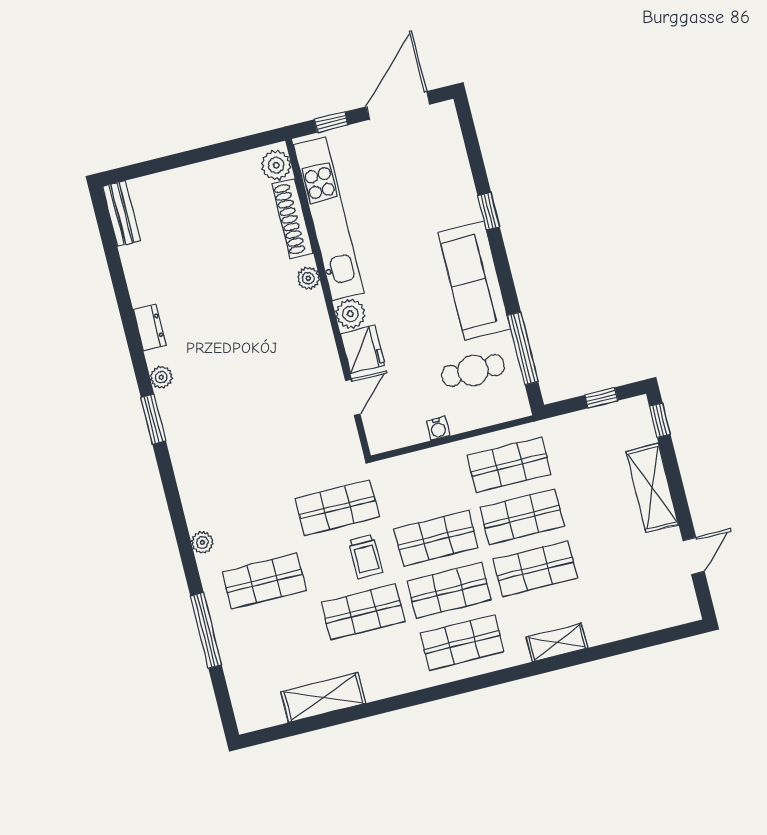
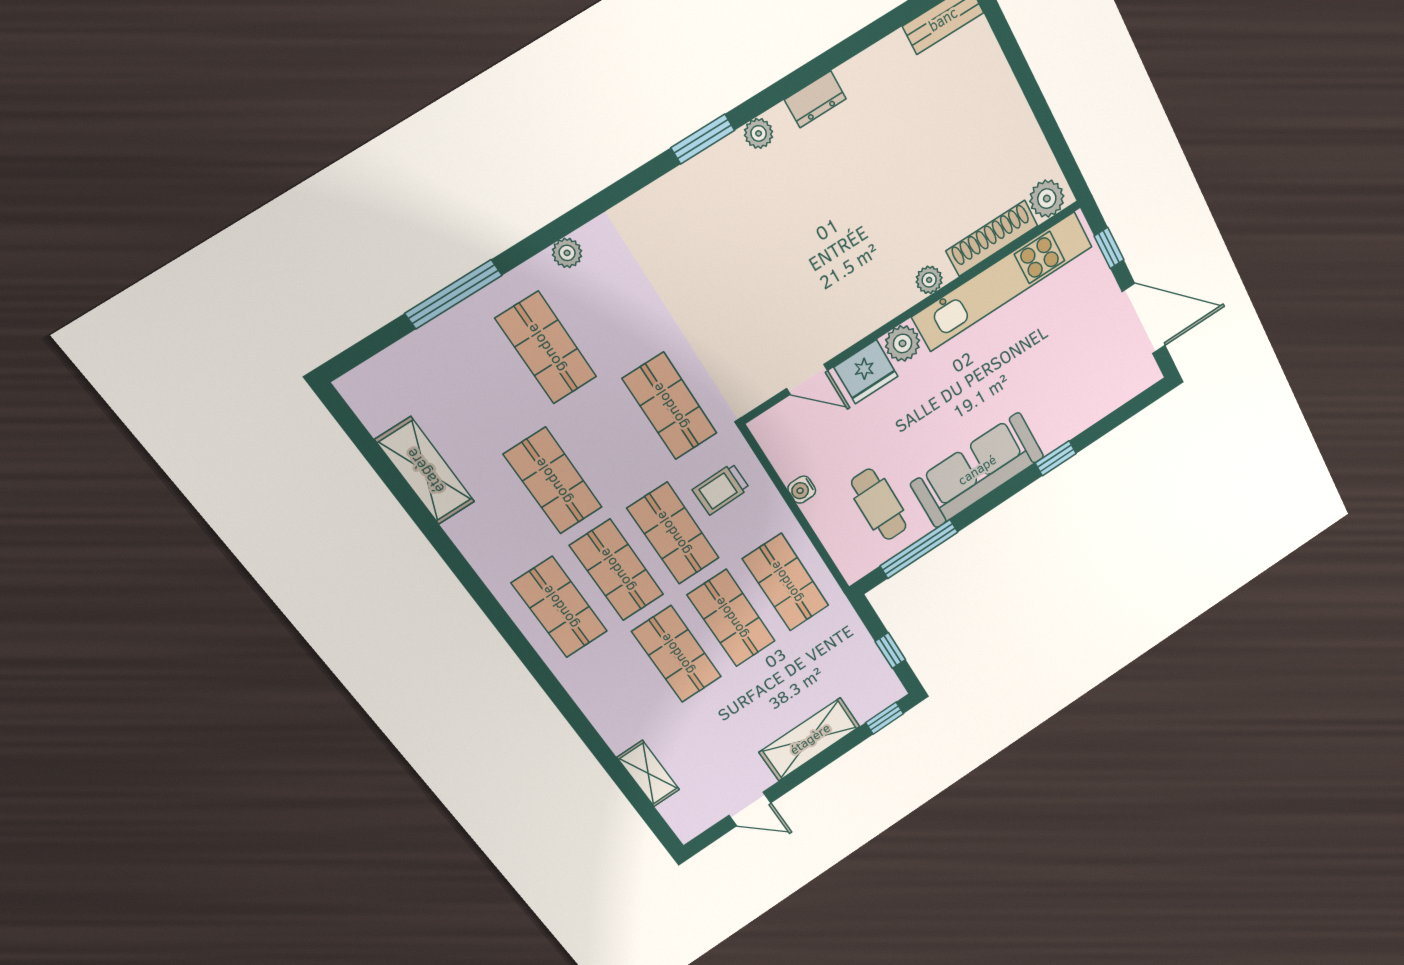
trolley: (366, 556) -> (721, 489), moved
shelving: (557, 643) -> (648, 774), moved

